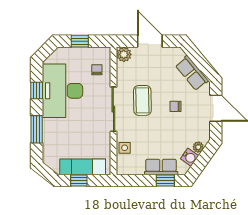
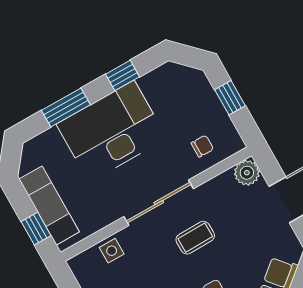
desk: (62, 91) -> (112, 131), moved
coffee table: (142, 100) -> (195, 238), width x0.73, depth x0.77
window: (79, 181) -> (36, 229), moved

